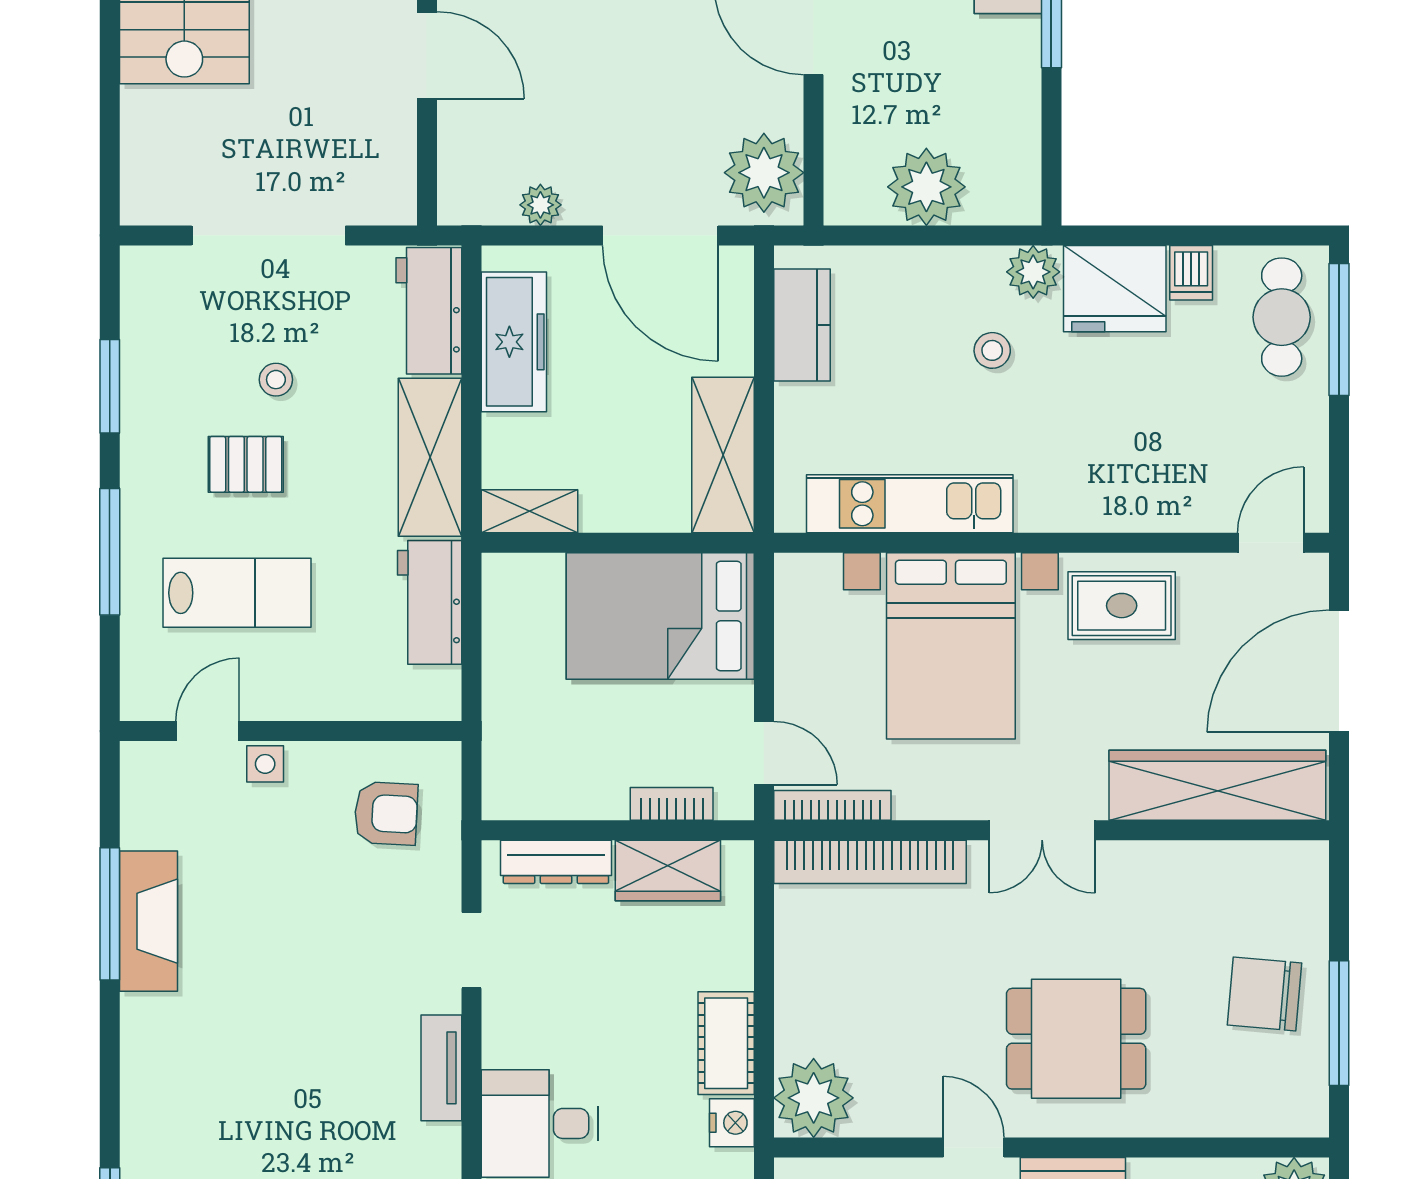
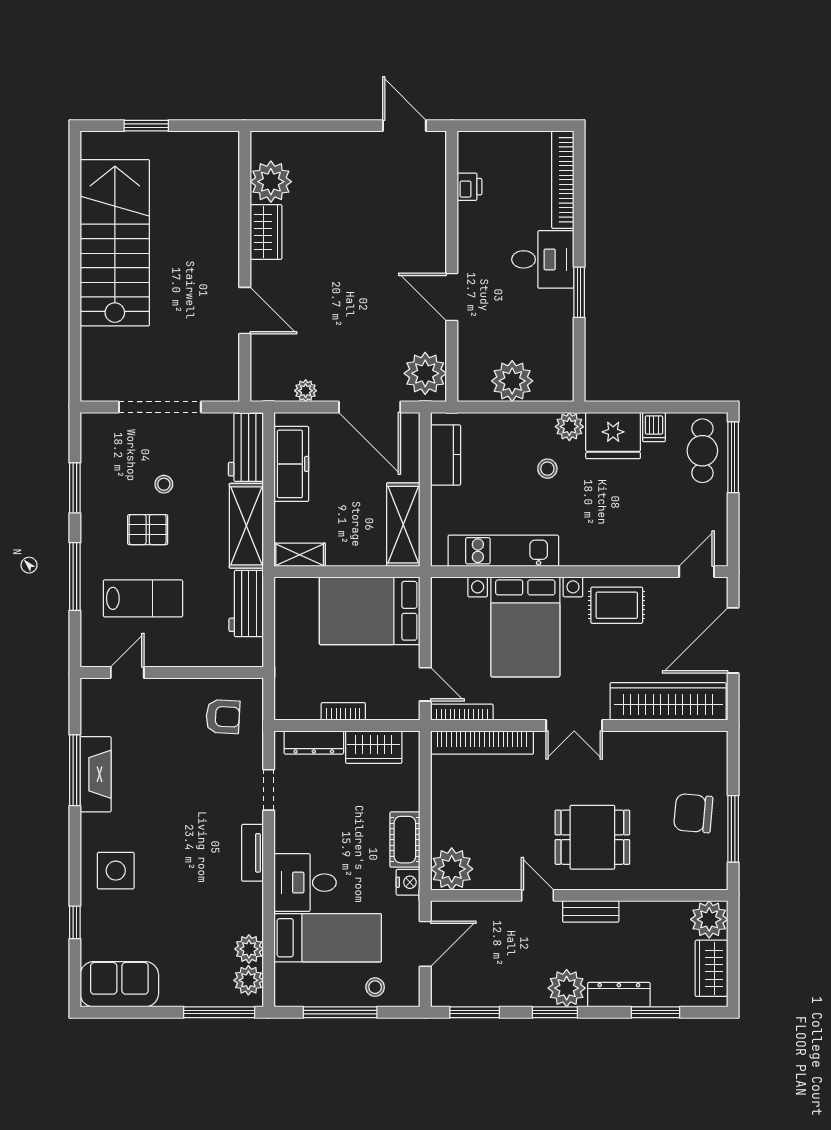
side table: (265, 764) -> (116, 871), moved, width x1.87, depth x1.87
bookcase: (672, 804) -> (343, 711), moved

